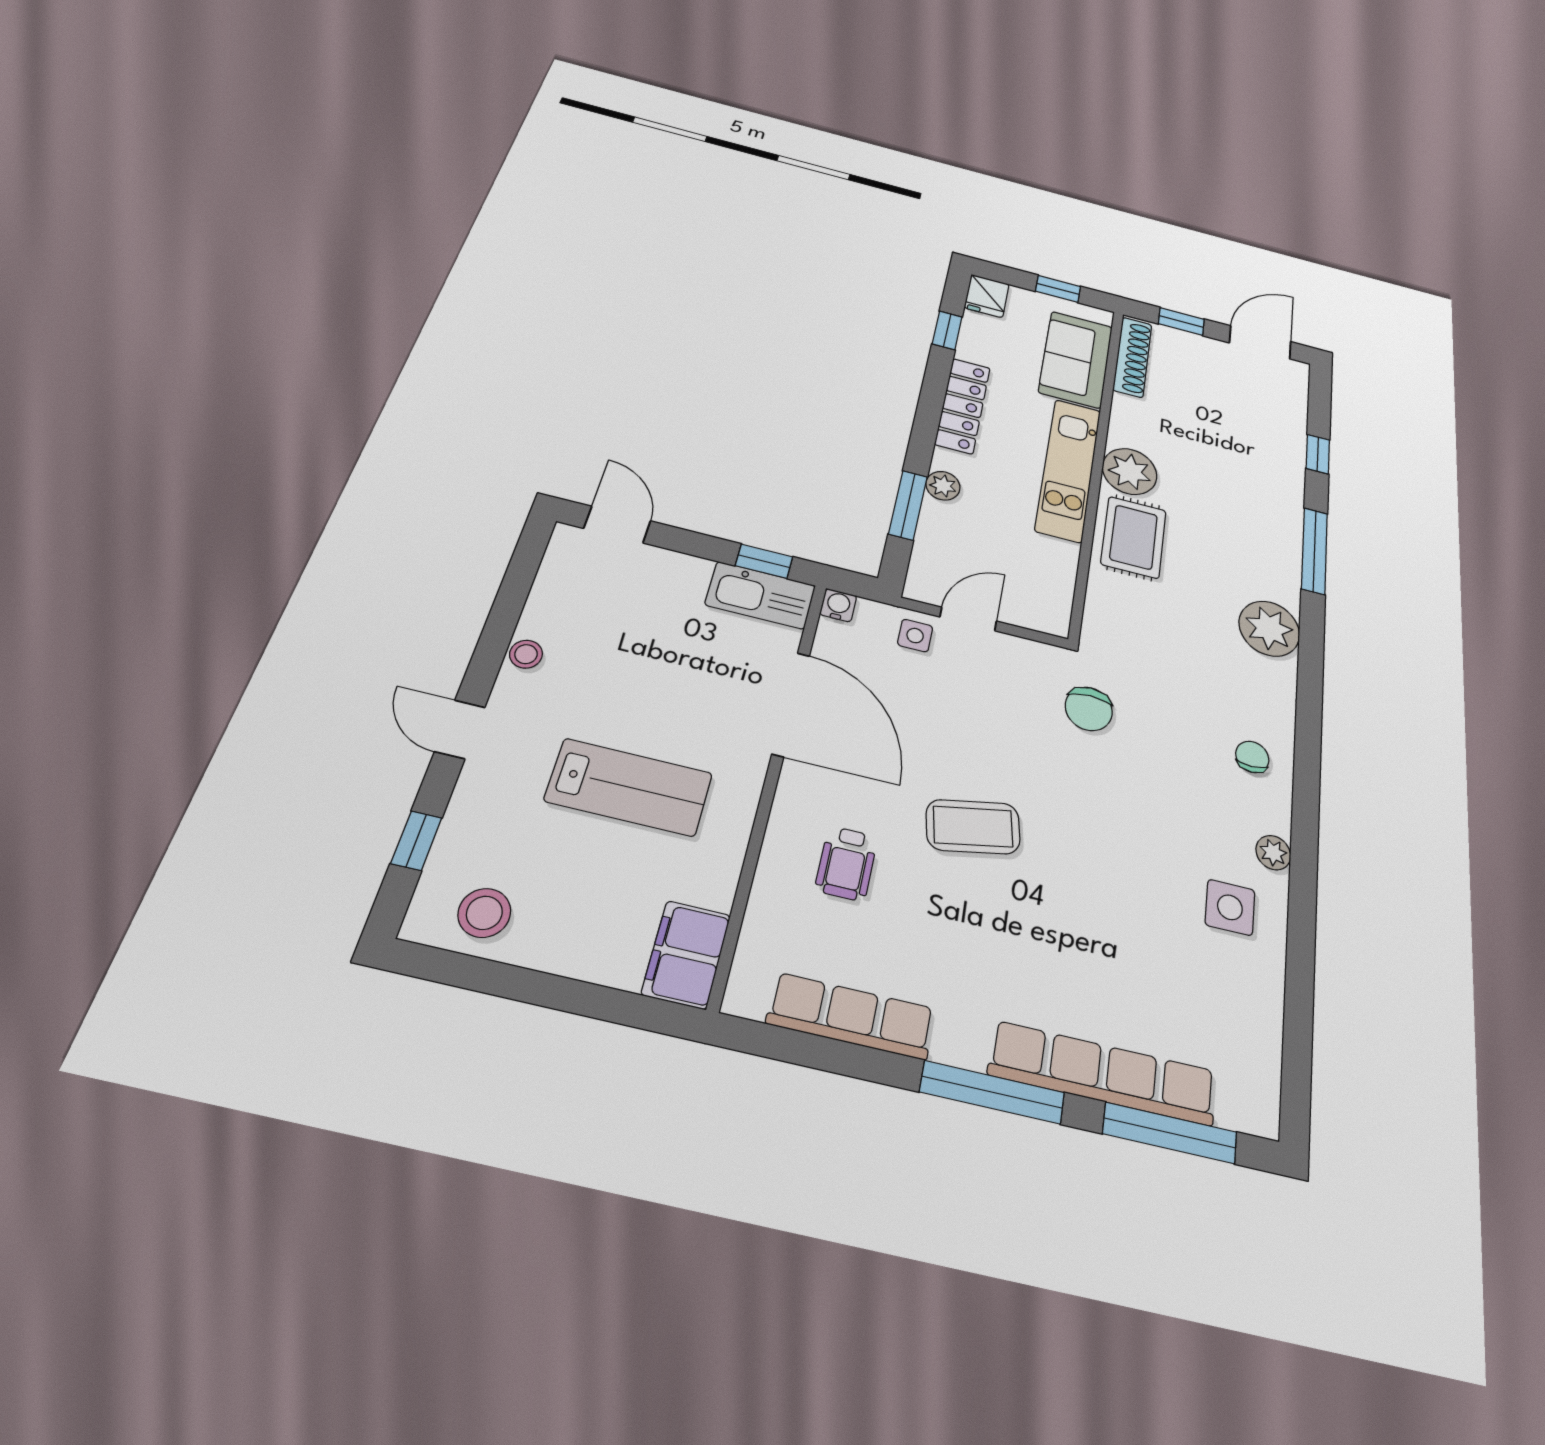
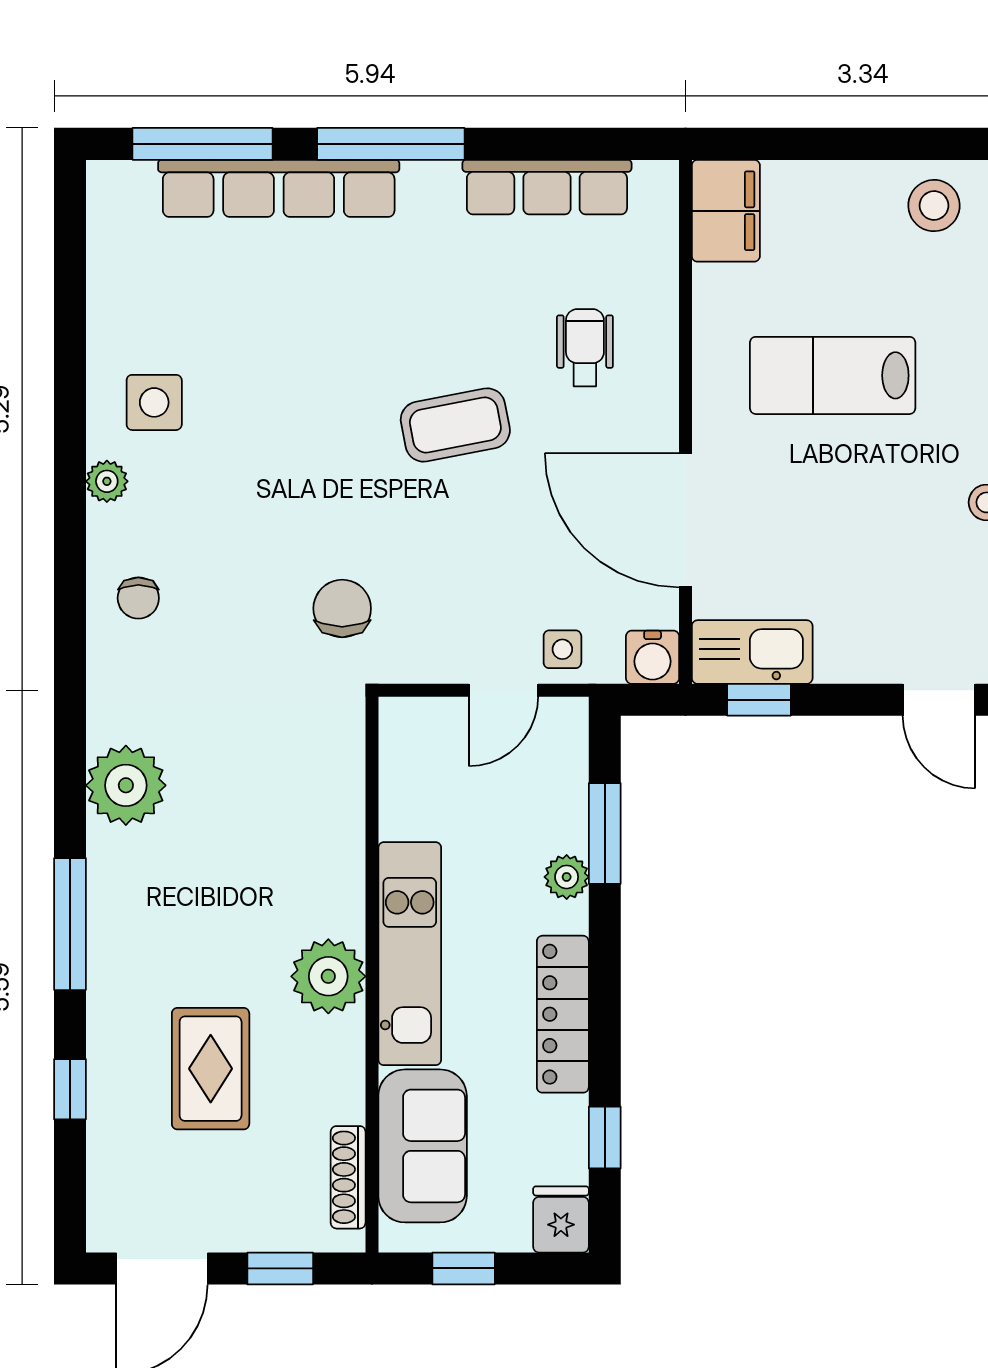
shoe rack: (1133, 357) -> (348, 1177), width x0.74, depth x0.81
rug: (1134, 537) -> (211, 1069), moved
water cooler: (838, 605) -> (653, 657), width x1.38, depth x1.38

